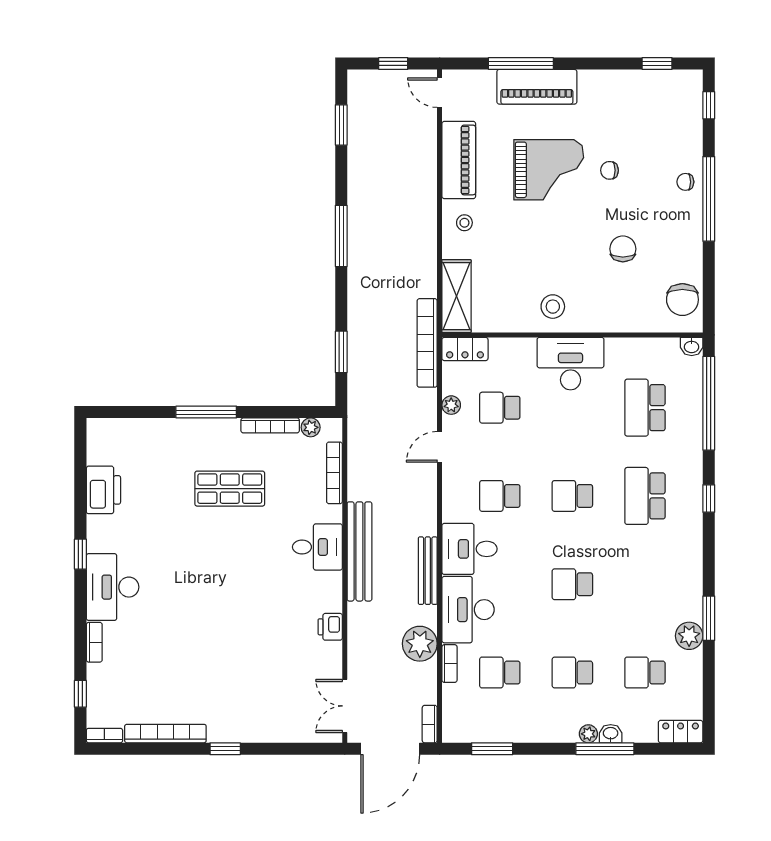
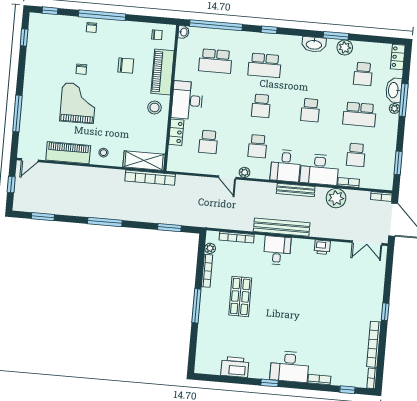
piano: (537, 87) -> (162, 72), moved, turned 180
chair: (623, 249) -> (126, 66), turned 180
chair: (682, 300) -> (157, 35), width x0.54, depth x0.54
bookcase: (427, 343) -> (150, 178), moved
locker: (465, 349) -> (176, 132), moved
plant: (451, 405) -> (244, 172), moved
washbasin: (690, 580) -> (314, 44), added
school desk: (572, 672) -> (360, 114), width x1.85
washbasin: (611, 734) -> (394, 90), width x1.91, depth x1.45

